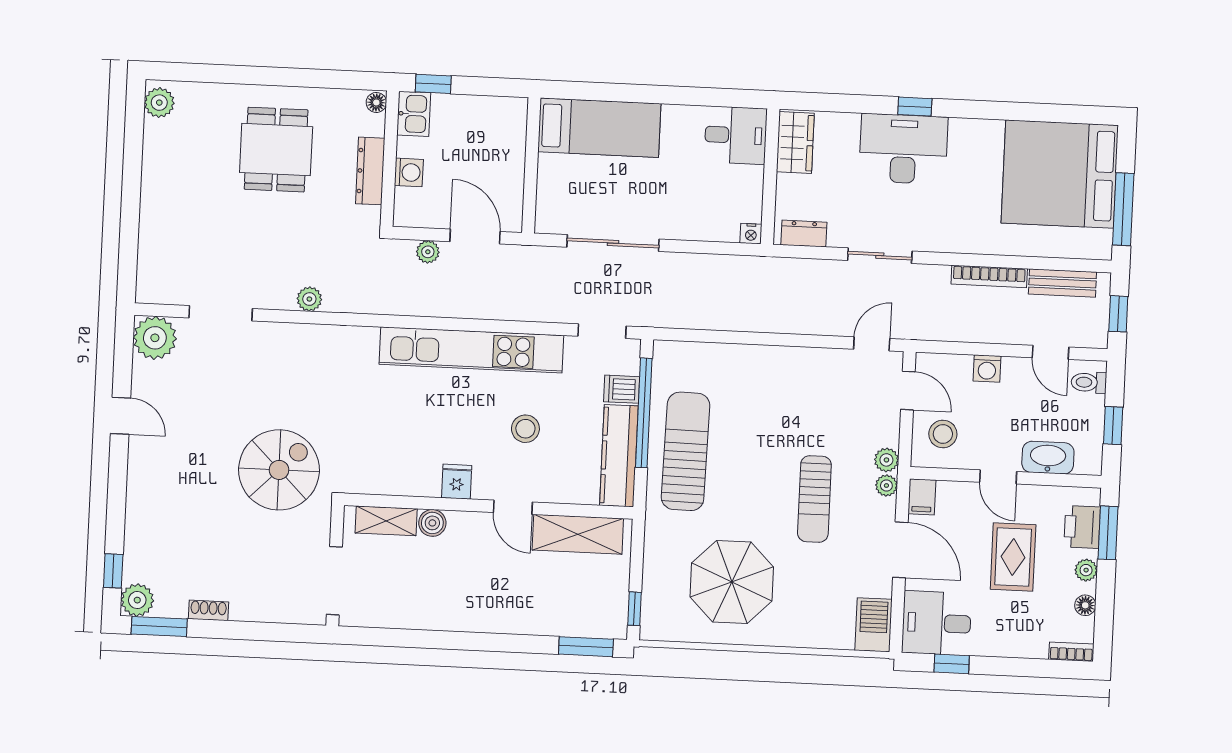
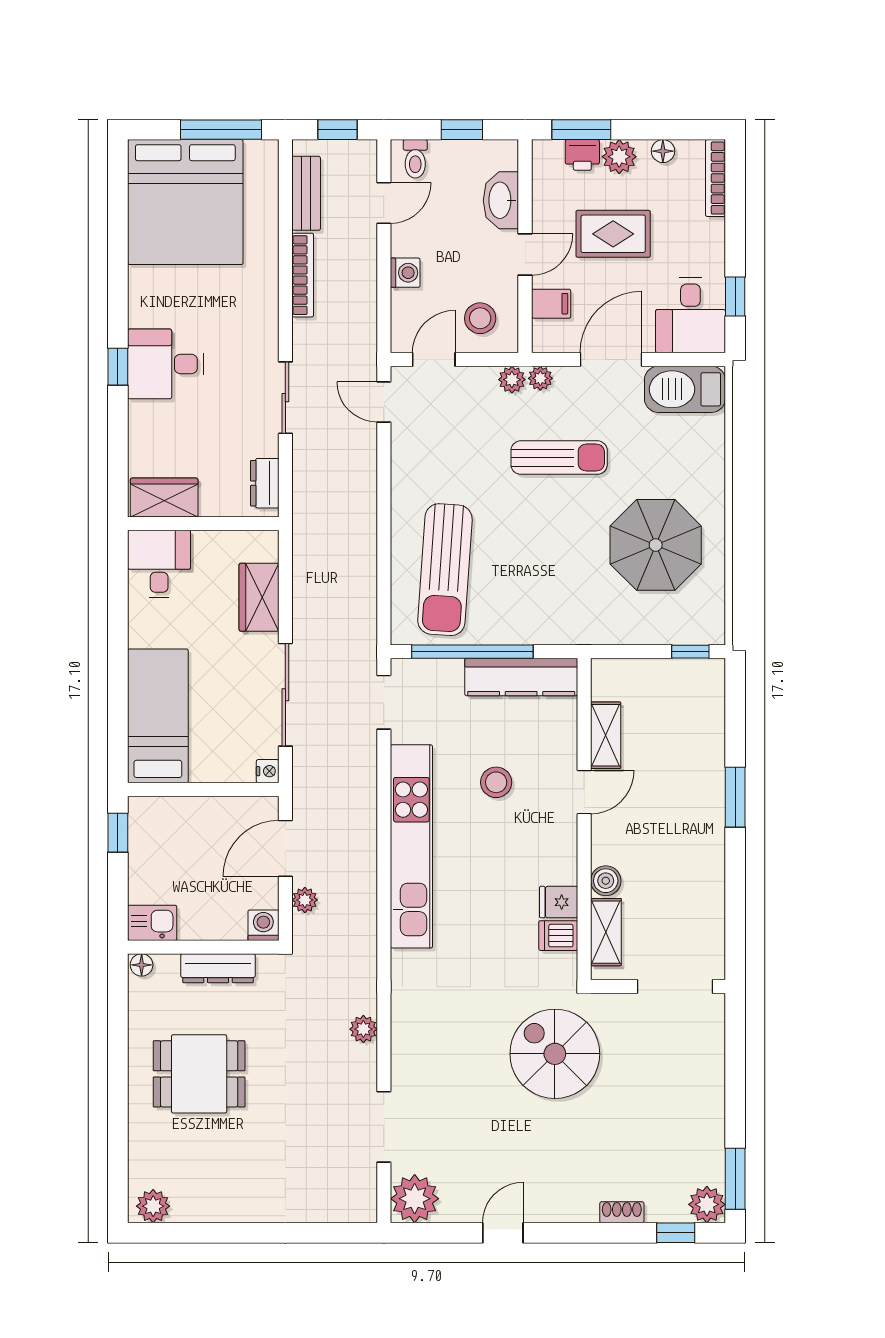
window: (433, 84) -> (118, 833), moved
desk: (903, 149) -> (166, 364), width x0.73
washing machine: (409, 172) -> (263, 925), moved
wardrobe: (702, 224) -> (259, 597), added
nightstand: (751, 234) -> (268, 771), moved
dishwasher: (622, 389) -> (558, 936), moved, turned 90
sun lounger: (686, 451) -> (445, 570), moved, turned -87
fridge: (457, 482) -> (559, 902), moved
filing cabinet: (922, 497) -> (551, 304), moved
printer: (1082, 527) -> (582, 155), width x0.73, depth x0.81
shelving: (578, 534) -> (606, 735), width x0.67, depth x0.75
plant: (1086, 570) -> (619, 157), width x1.38, depth x1.38
shoe rack: (209, 610) -> (622, 1212), moved, turned 90
barbecue: (874, 625) -> (685, 389), width x1.37, depth x1.21
window: (586, 647) -> (735, 797), moved
bookcase: (1071, 652) -> (715, 178), width x1.56

